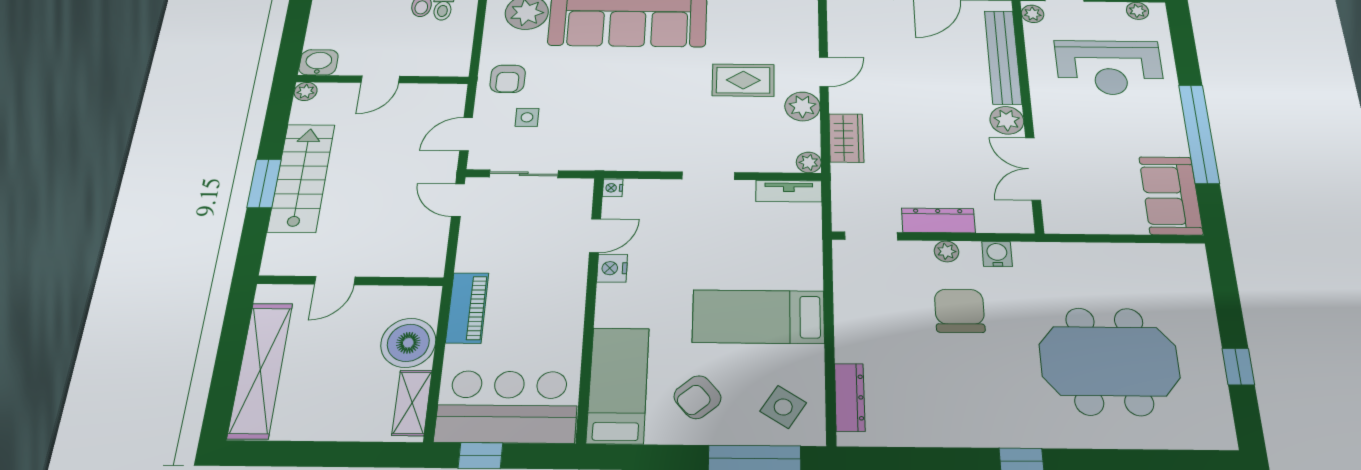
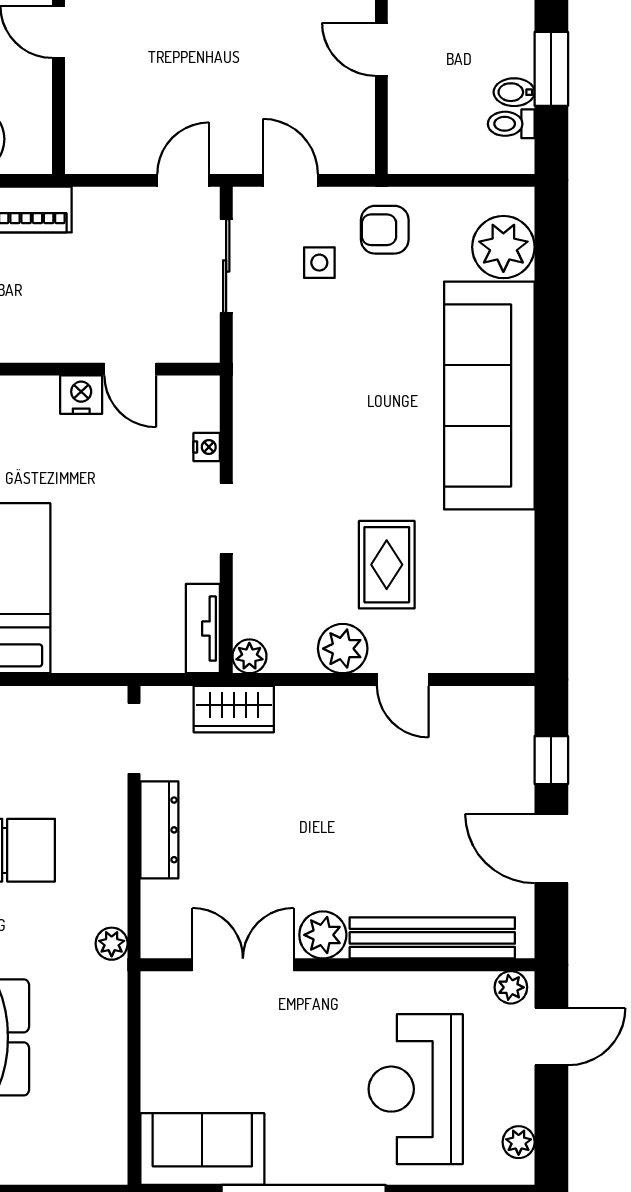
wardrobe: (846, 138) -> (234, 709), moved
nightstand: (613, 188) -> (207, 447), moved, turned 90
plant: (946, 251) -> (112, 944), moved
water cooler: (997, 254) -> (109, 905), removed

